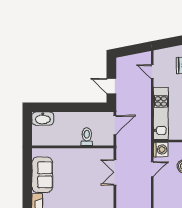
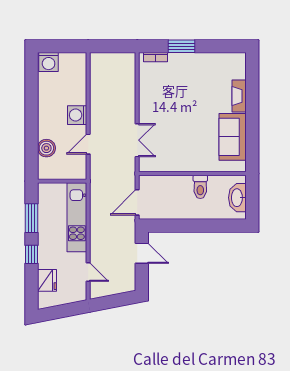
washbasin: (43, 118) -> (237, 198), moved, turned -90
toilet: (87, 137) -> (200, 187), moved
washing machine: (161, 149) -> (77, 115), moved

